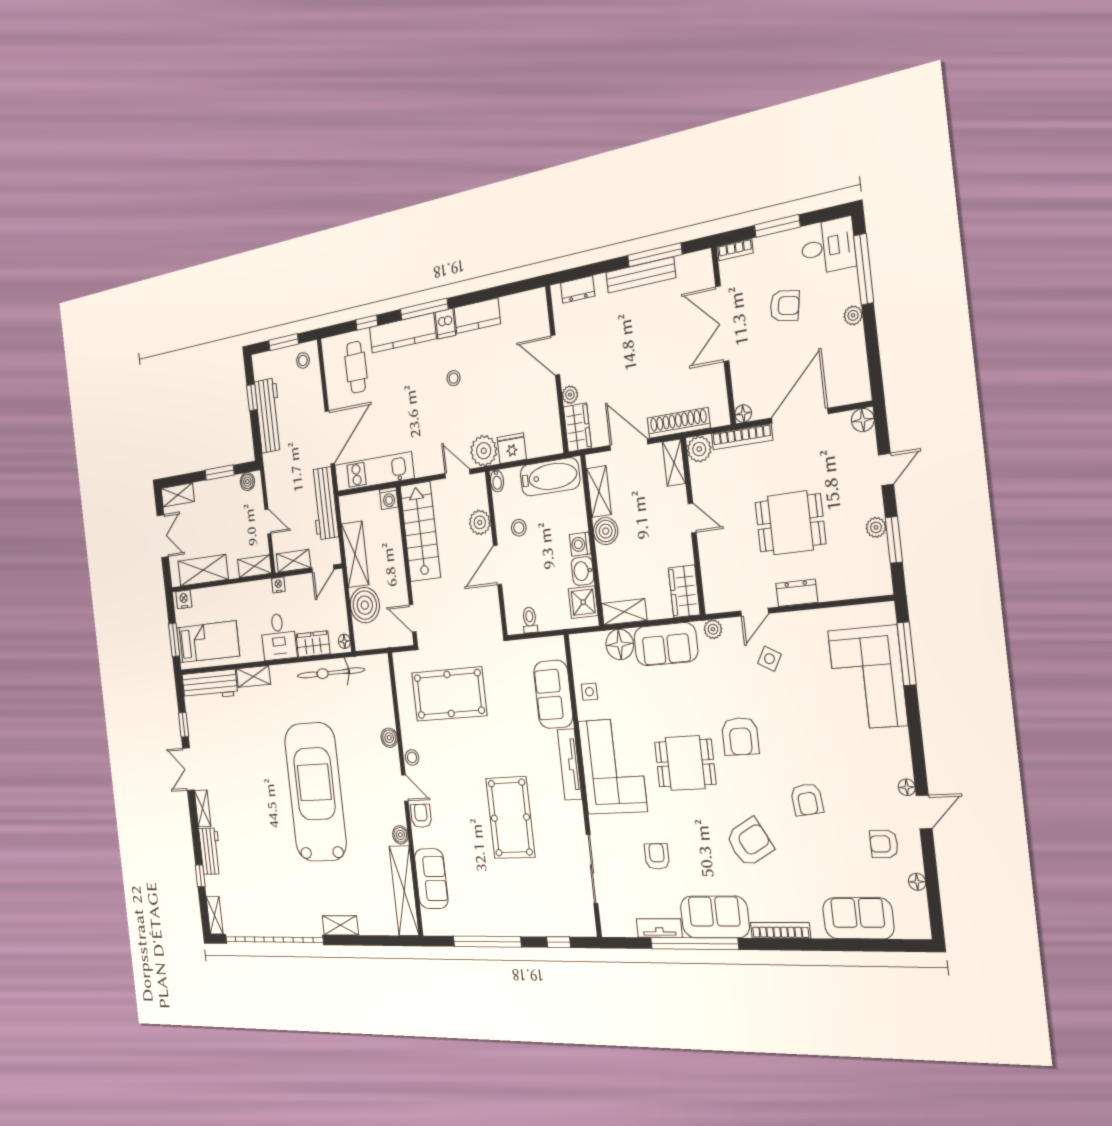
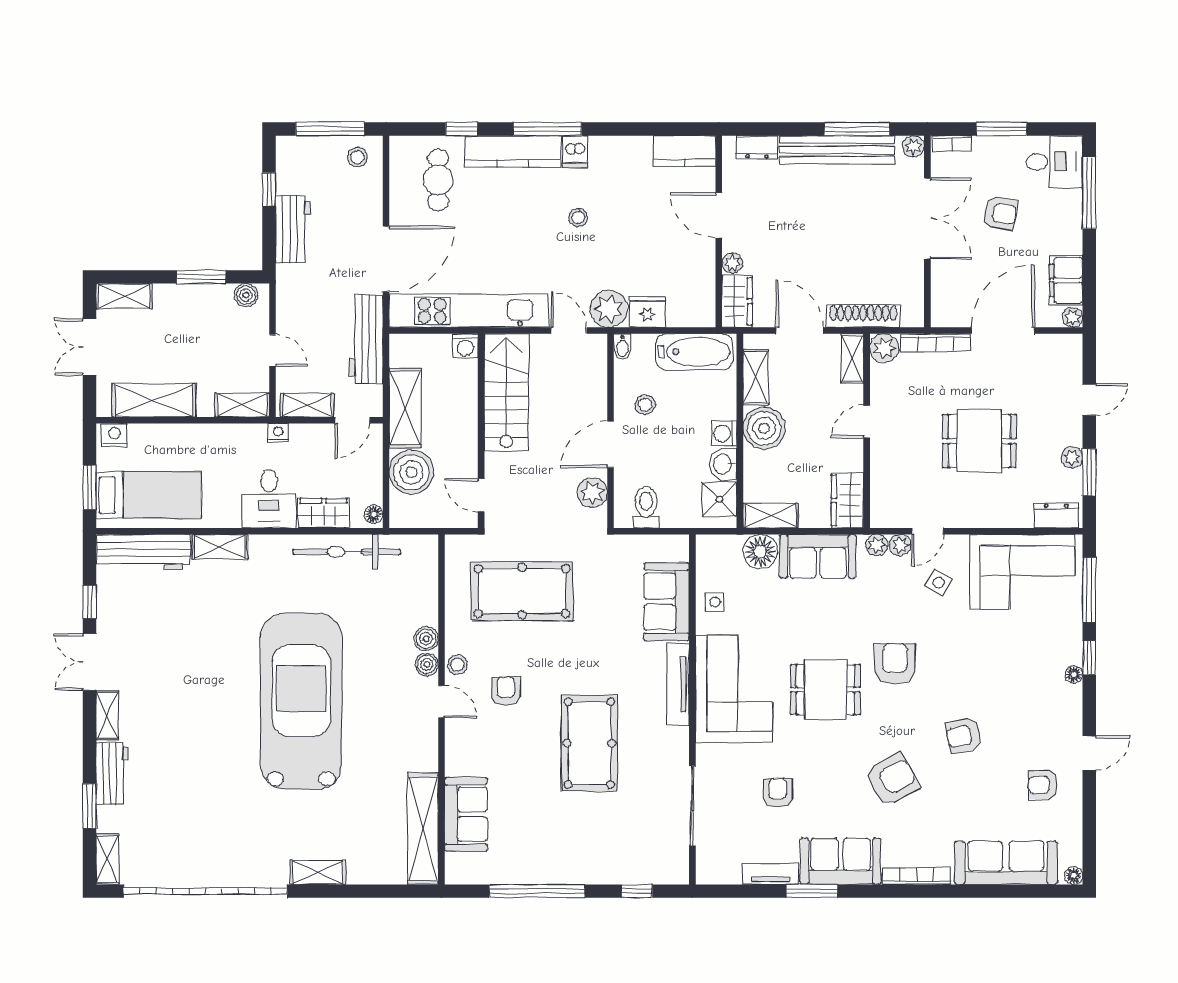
plant: (703, 260) -> (913, 146), added
bench: (641, 275) -> (837, 150), width x1.37, depth x1.21
plant: (853, 315) -> (1073, 317), moved
kitchen counter: (477, 316) -> (685, 151), moved
double door: (722, 324) -> (927, 219), swing flipped
window: (284, 342) -> (330, 129), width x1.44
filing cabinet: (852, 358) -> (1066, 280), added
floor lamp: (743, 413) -> (940, 318), removed
workbench: (269, 416) -> (293, 229), width x0.73
floor lamp: (863, 420) -> (1071, 346), removed
kitchen unit: (374, 472) -> (469, 311), width x1.36
door: (692, 518) -> (867, 421), swing flipped
plant: (480, 522) -> (592, 493), moved
boiler: (606, 531) -> (764, 428), width x1.37, depth x1.37
double door: (163, 536) -> (89, 347), swing flipped
dresser: (797, 593) -> (1056, 516), moved
toilet: (530, 620) -> (646, 507), width x1.37, depth x1.39
plant: (733, 627) -> (900, 545), added
corner sofa: (868, 678) -> (1022, 572), moved, turned -90
window: (914, 720) -> (1089, 658), added
armchair: (740, 736) -> (895, 664), turned 180
floor lamp: (907, 787) -> (1074, 675), moved
armchair: (807, 800) -> (964, 736), turned 86
armchair: (421, 816) -> (506, 691), moved
boiler: (400, 835) -> (427, 664), moved
window: (200, 876) -> (89, 806), width x1.50
floor lamp: (917, 882) -> (1074, 876), moved
sofa: (858, 918) -> (1006, 863), width x1.36
window: (694, 944) -> (812, 891), width x0.47

